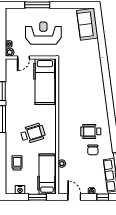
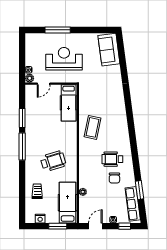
hospital bed: (45, 82) -> (69, 103), width x0.73, depth x0.78
coffee table: (71, 100) -> (93, 127), added
door: (74, 197) -> (95, 226), hinge flipped

